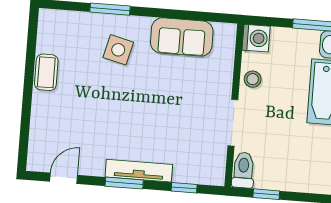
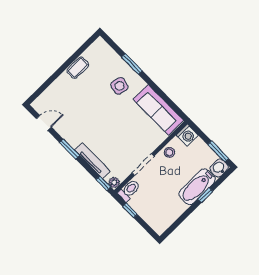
sofa: (182, 37) -> (158, 110), width x1.36
tv unit: (139, 171) -> (92, 161), moved
plant: (216, 177) -> (114, 182), added
window: (184, 188) -> (103, 183), moved

